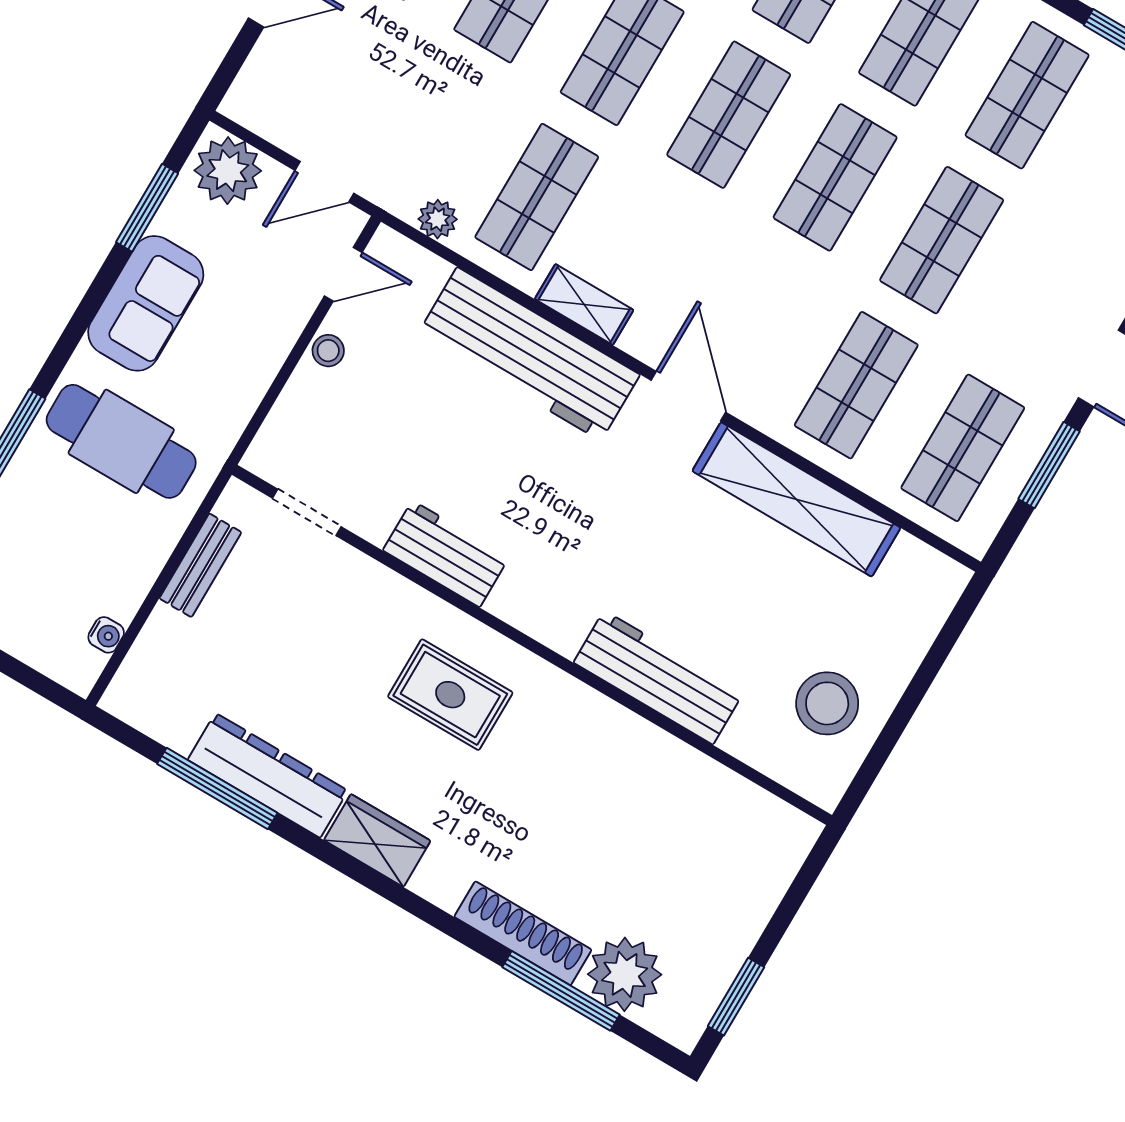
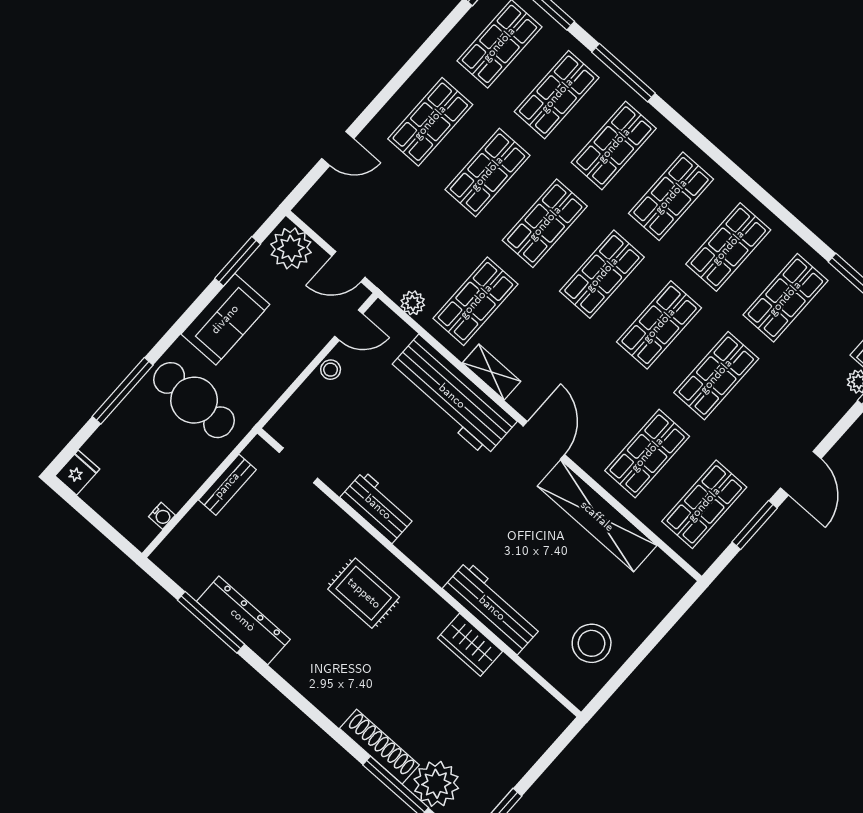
wardrobe: (377, 840) -> (470, 645), moved, turned 180

